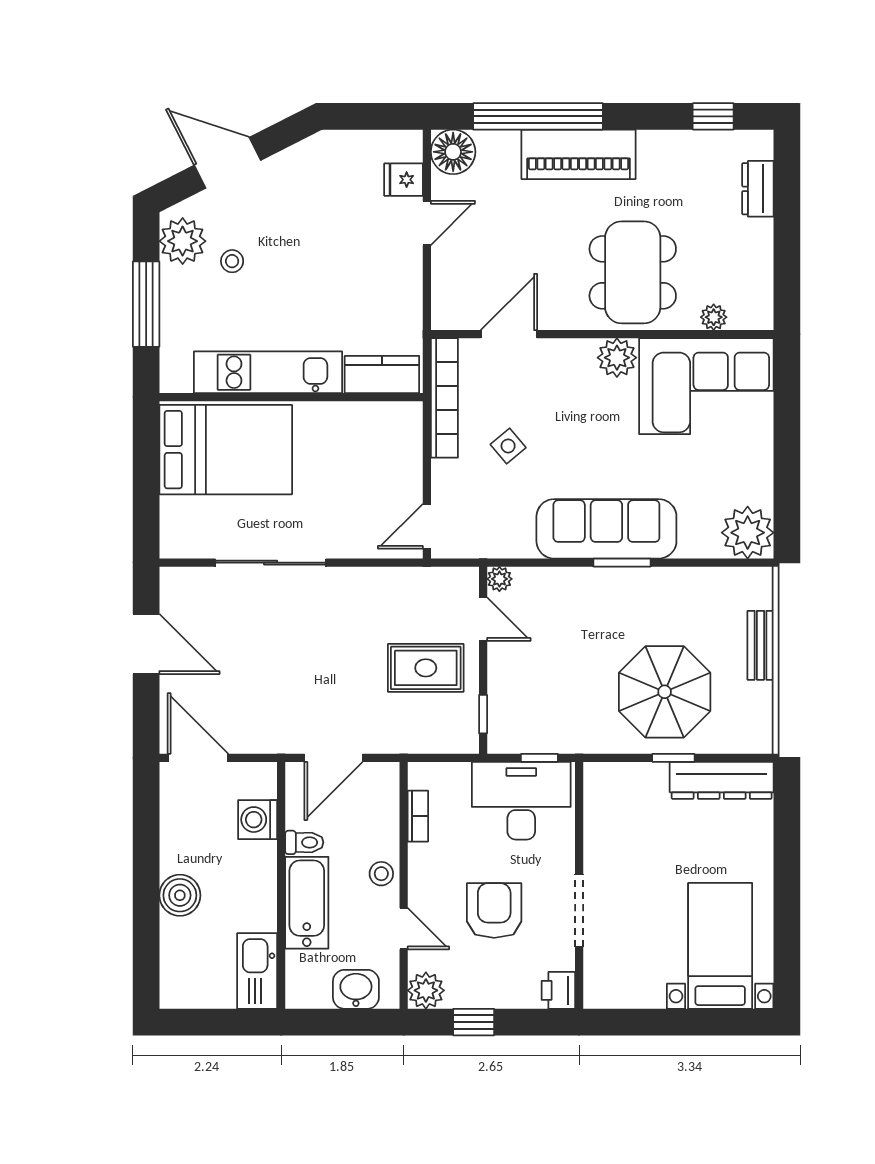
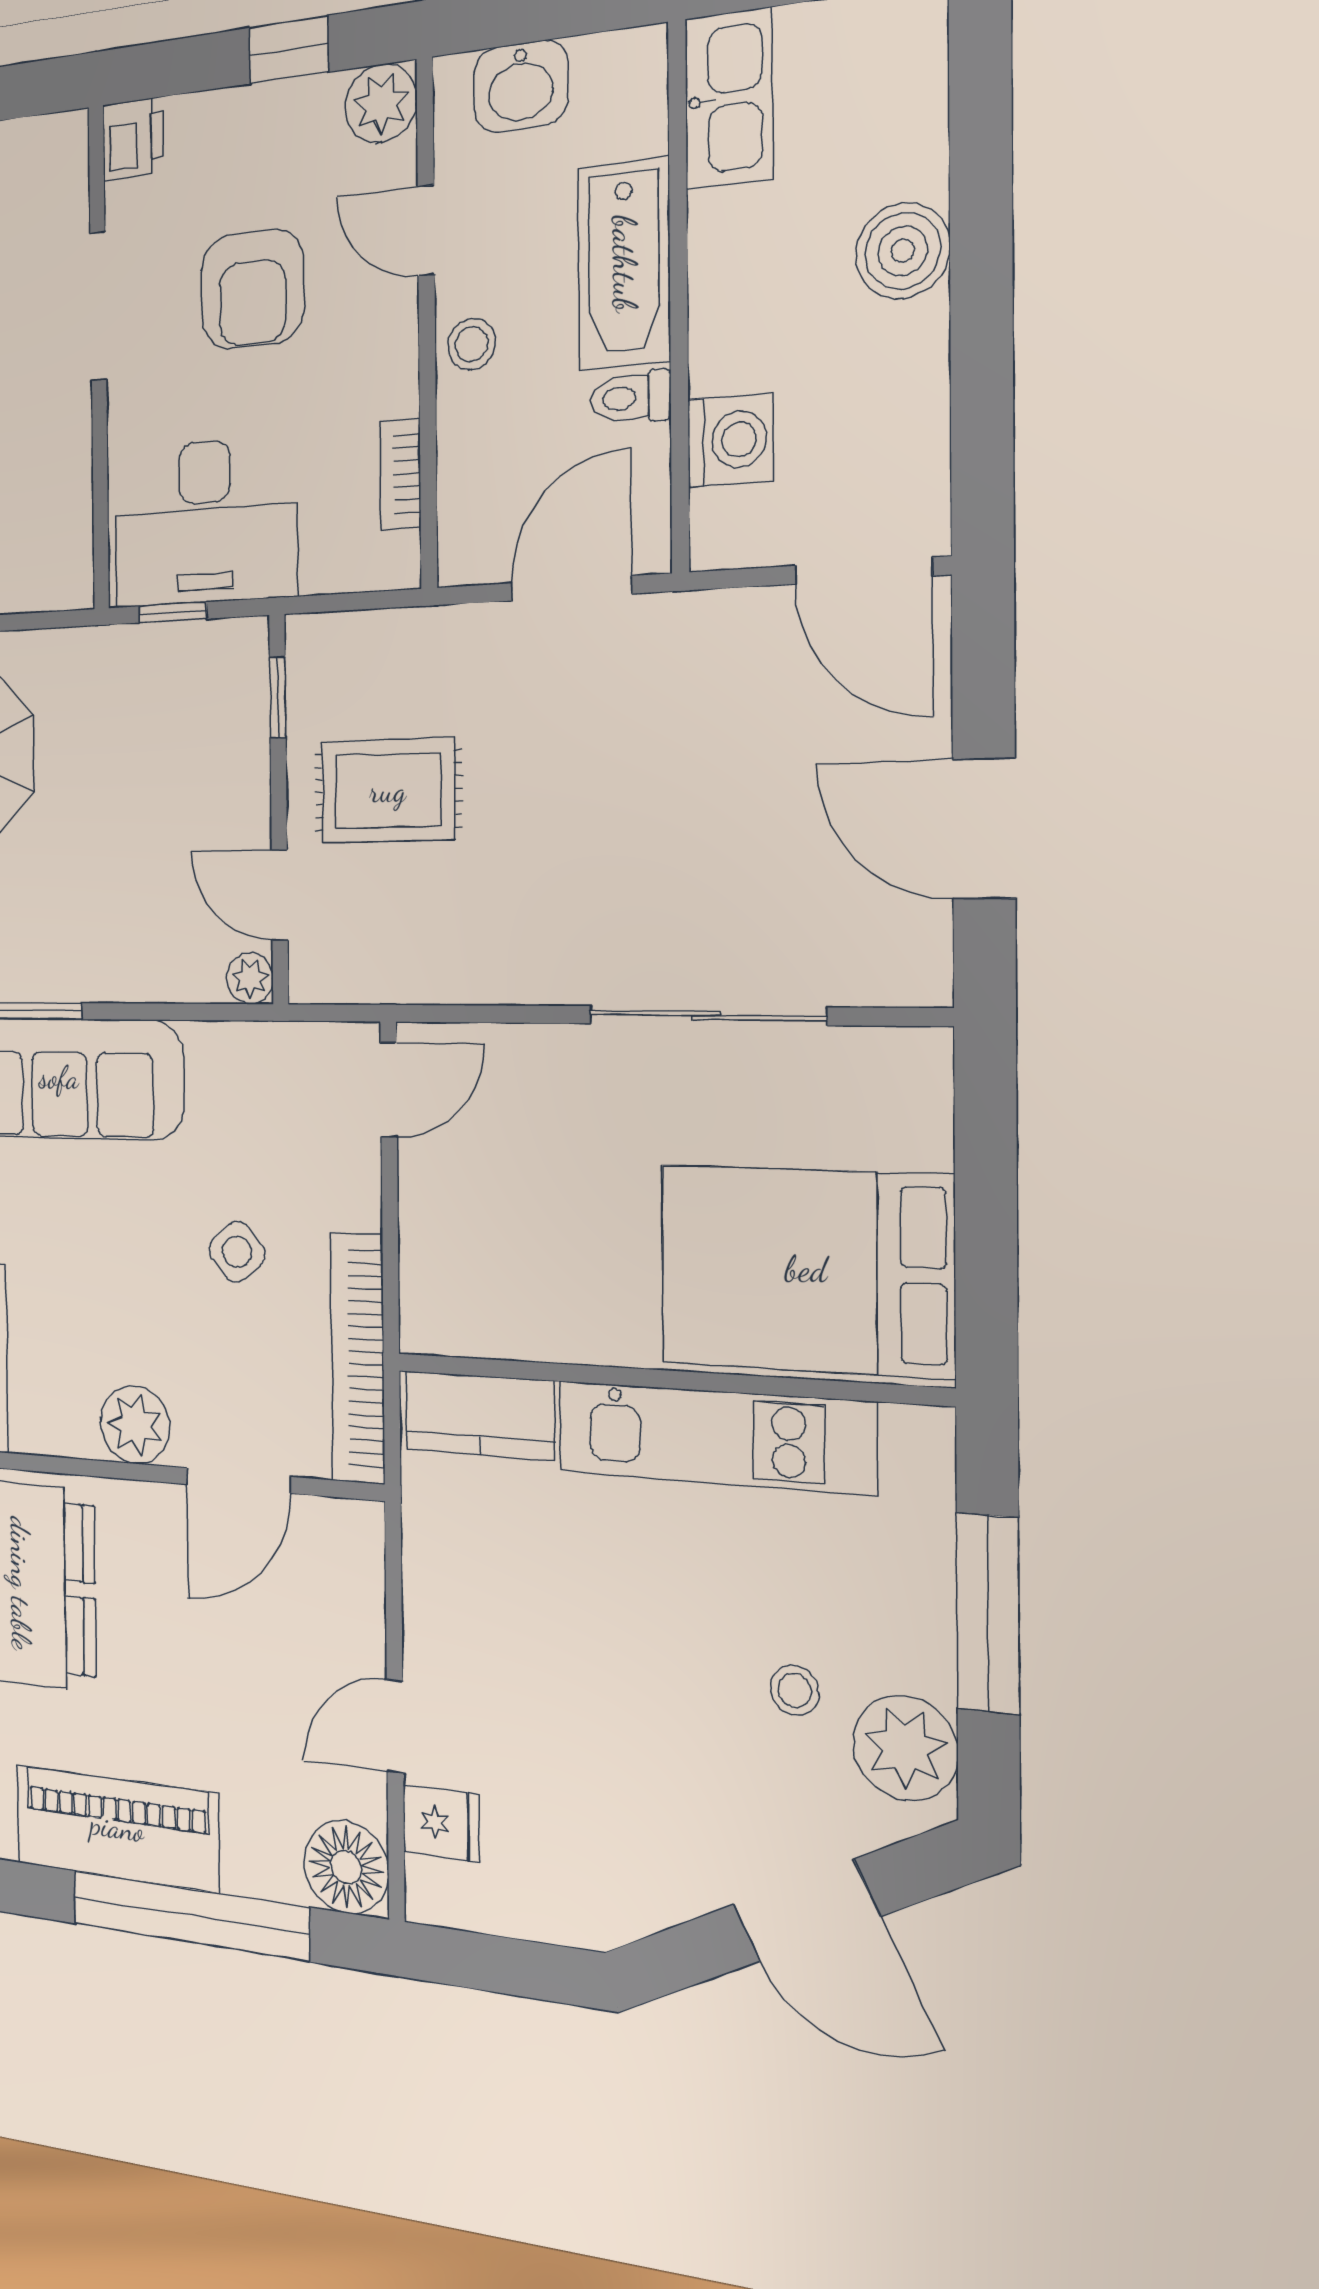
plant: (617, 358) -> (135, 1425), moved

